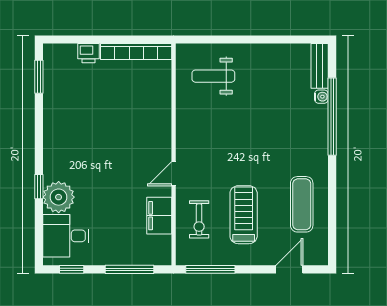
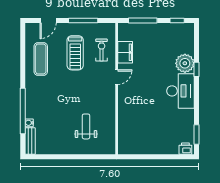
bookcase: (136, 52) -> (139, 150), removed
printer: (88, 53) -> (185, 149), moved
weight bench: (213, 76) -> (86, 126), moved, turned -90
desk: (66, 236) -> (181, 91), moved, width x1.37
window: (210, 269) -> (83, 20), moved

